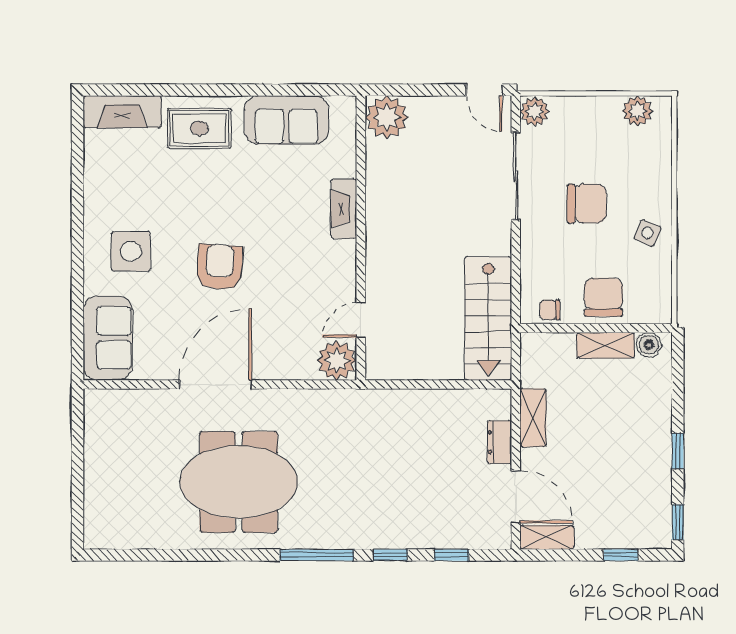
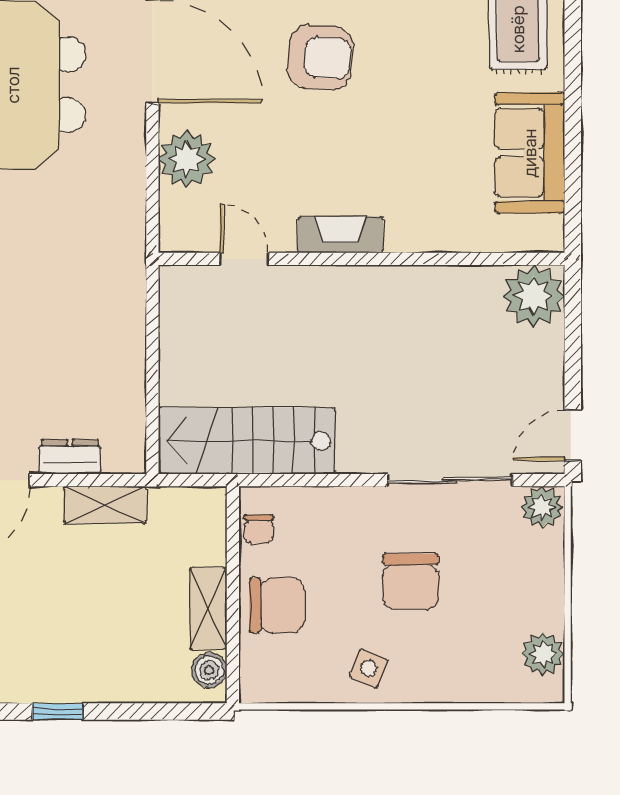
fireplace: (344, 209) -> (341, 235), moved
chair: (550, 310) -> (259, 529), turned 180
plant: (337, 360) -> (187, 159), moved

